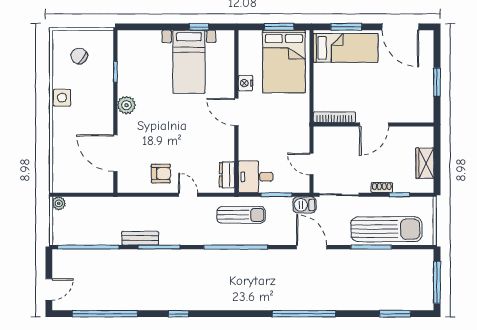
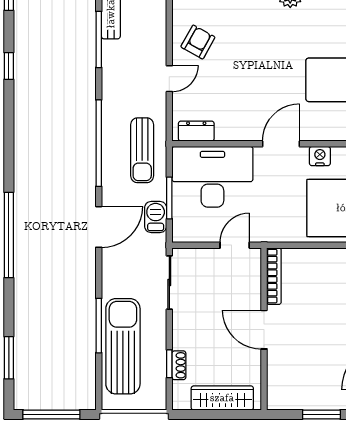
wardrobe: (425, 163) -> (222, 398), width x1.50
door: (312, 164) -> (235, 245), moved
armchair: (161, 174) -> (198, 42), turned -151
desk: (256, 177) -> (212, 177), width x1.87, depth x1.30
shoe rack: (382, 188) -> (179, 365), moved
barbecue: (304, 205) -> (156, 217), moved
sun lounger: (386, 229) -> (123, 346), turned 180
door: (312, 247) -> (99, 227), moved

